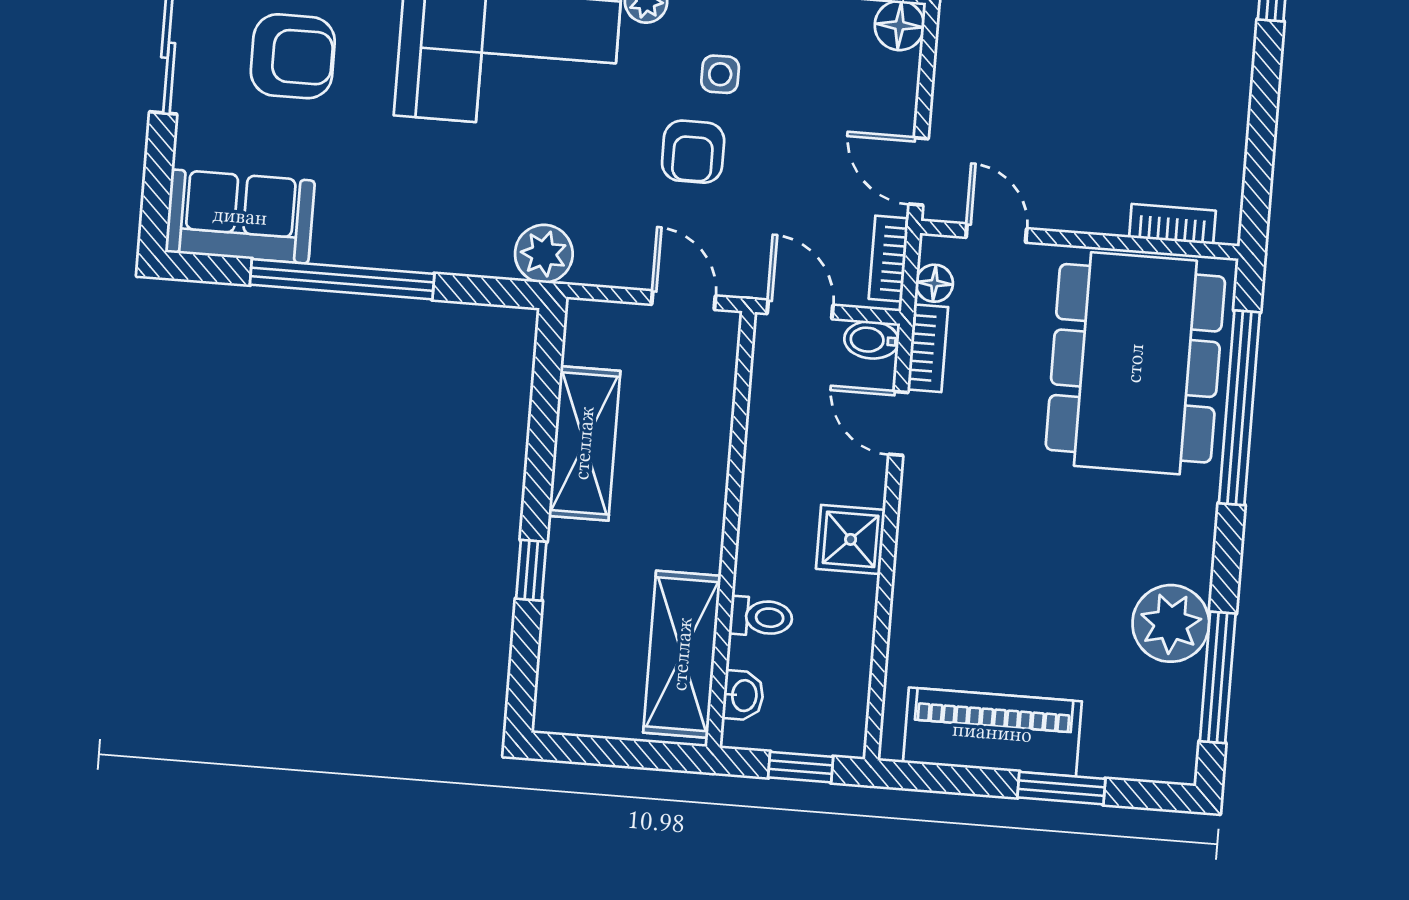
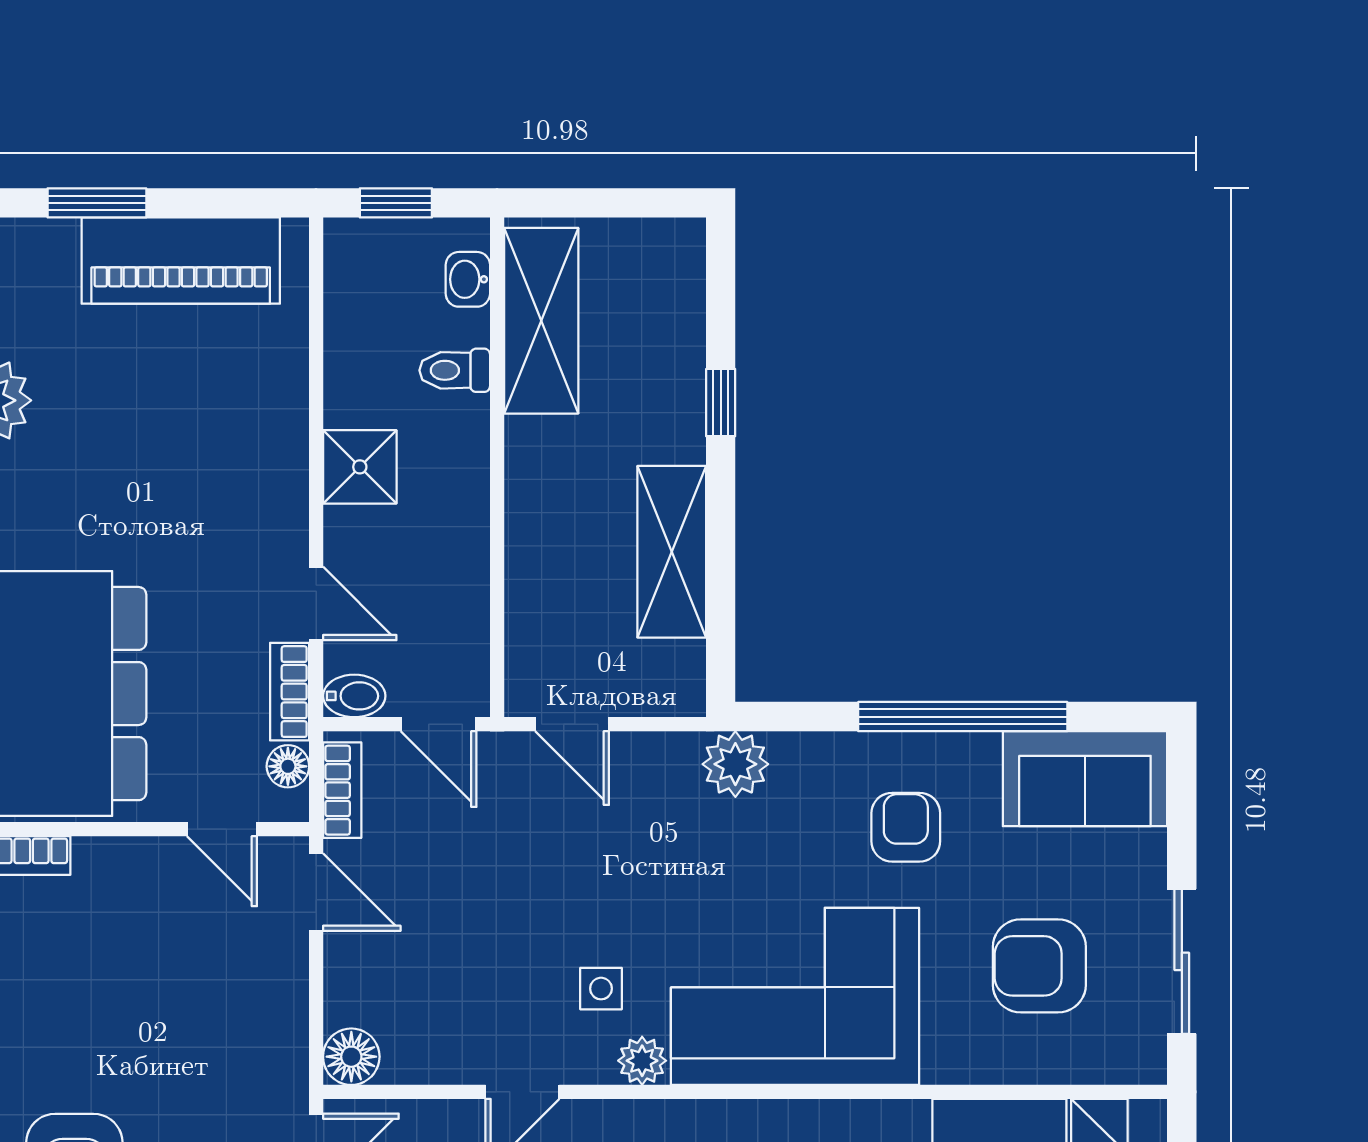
side table: (720, 74) -> (601, 989), moved
armchair: (693, 152) -> (906, 827), moved

